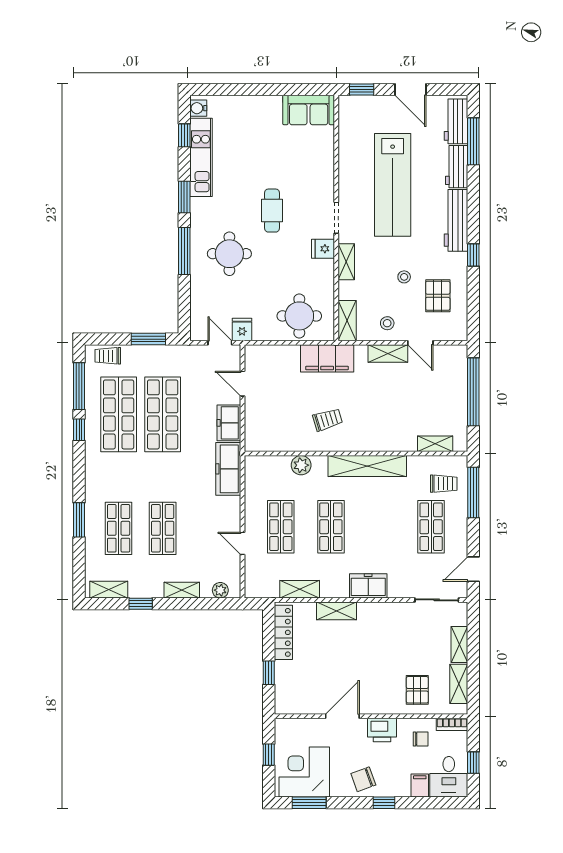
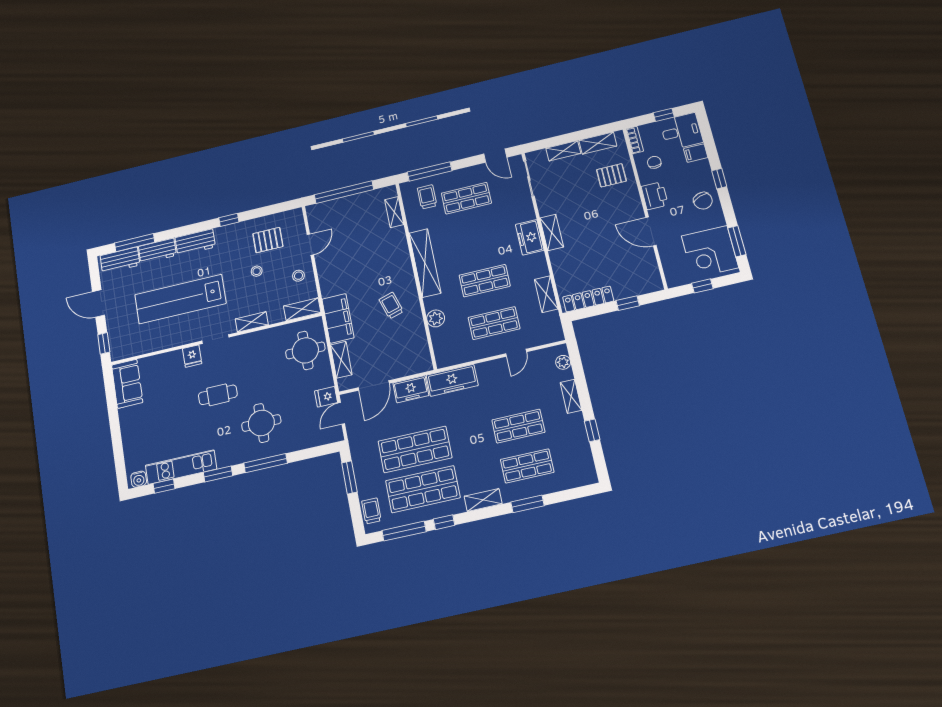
door: (410, 89) -> (98, 303), swing flipped
lab bench: (393, 185) -> (180, 299), turned 180
workbench: (456, 220) -> (195, 242), width x0.73
fridge: (323, 249) -> (192, 356), moved
shelving: (388, 354) -> (341, 360), moved
trolley: (108, 356) -> (371, 511), turned 180
door: (242, 384) -> (374, 385), width x1.38
shelving: (109, 590) -> (483, 500), moved, turned 90
shelving: (336, 611) -> (552, 232), moved

